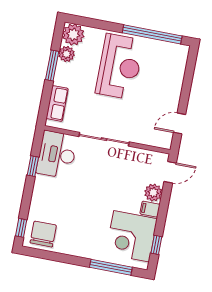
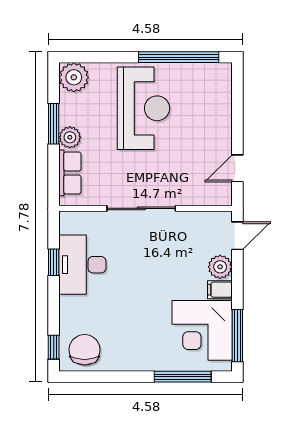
plant: (67, 54) -> (70, 137), moved
desk: (57, 155) -> (82, 265), moved
window: (156, 245) -> (237, 336), width x2.17

